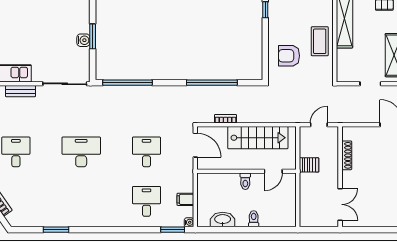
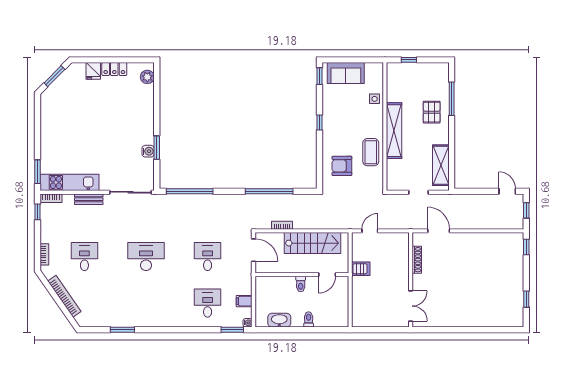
shoe rack: (347, 155) -> (417, 260), moved
wall: (340, 177) -> (411, 280), moved
double door: (340, 204) -> (411, 306), moved

